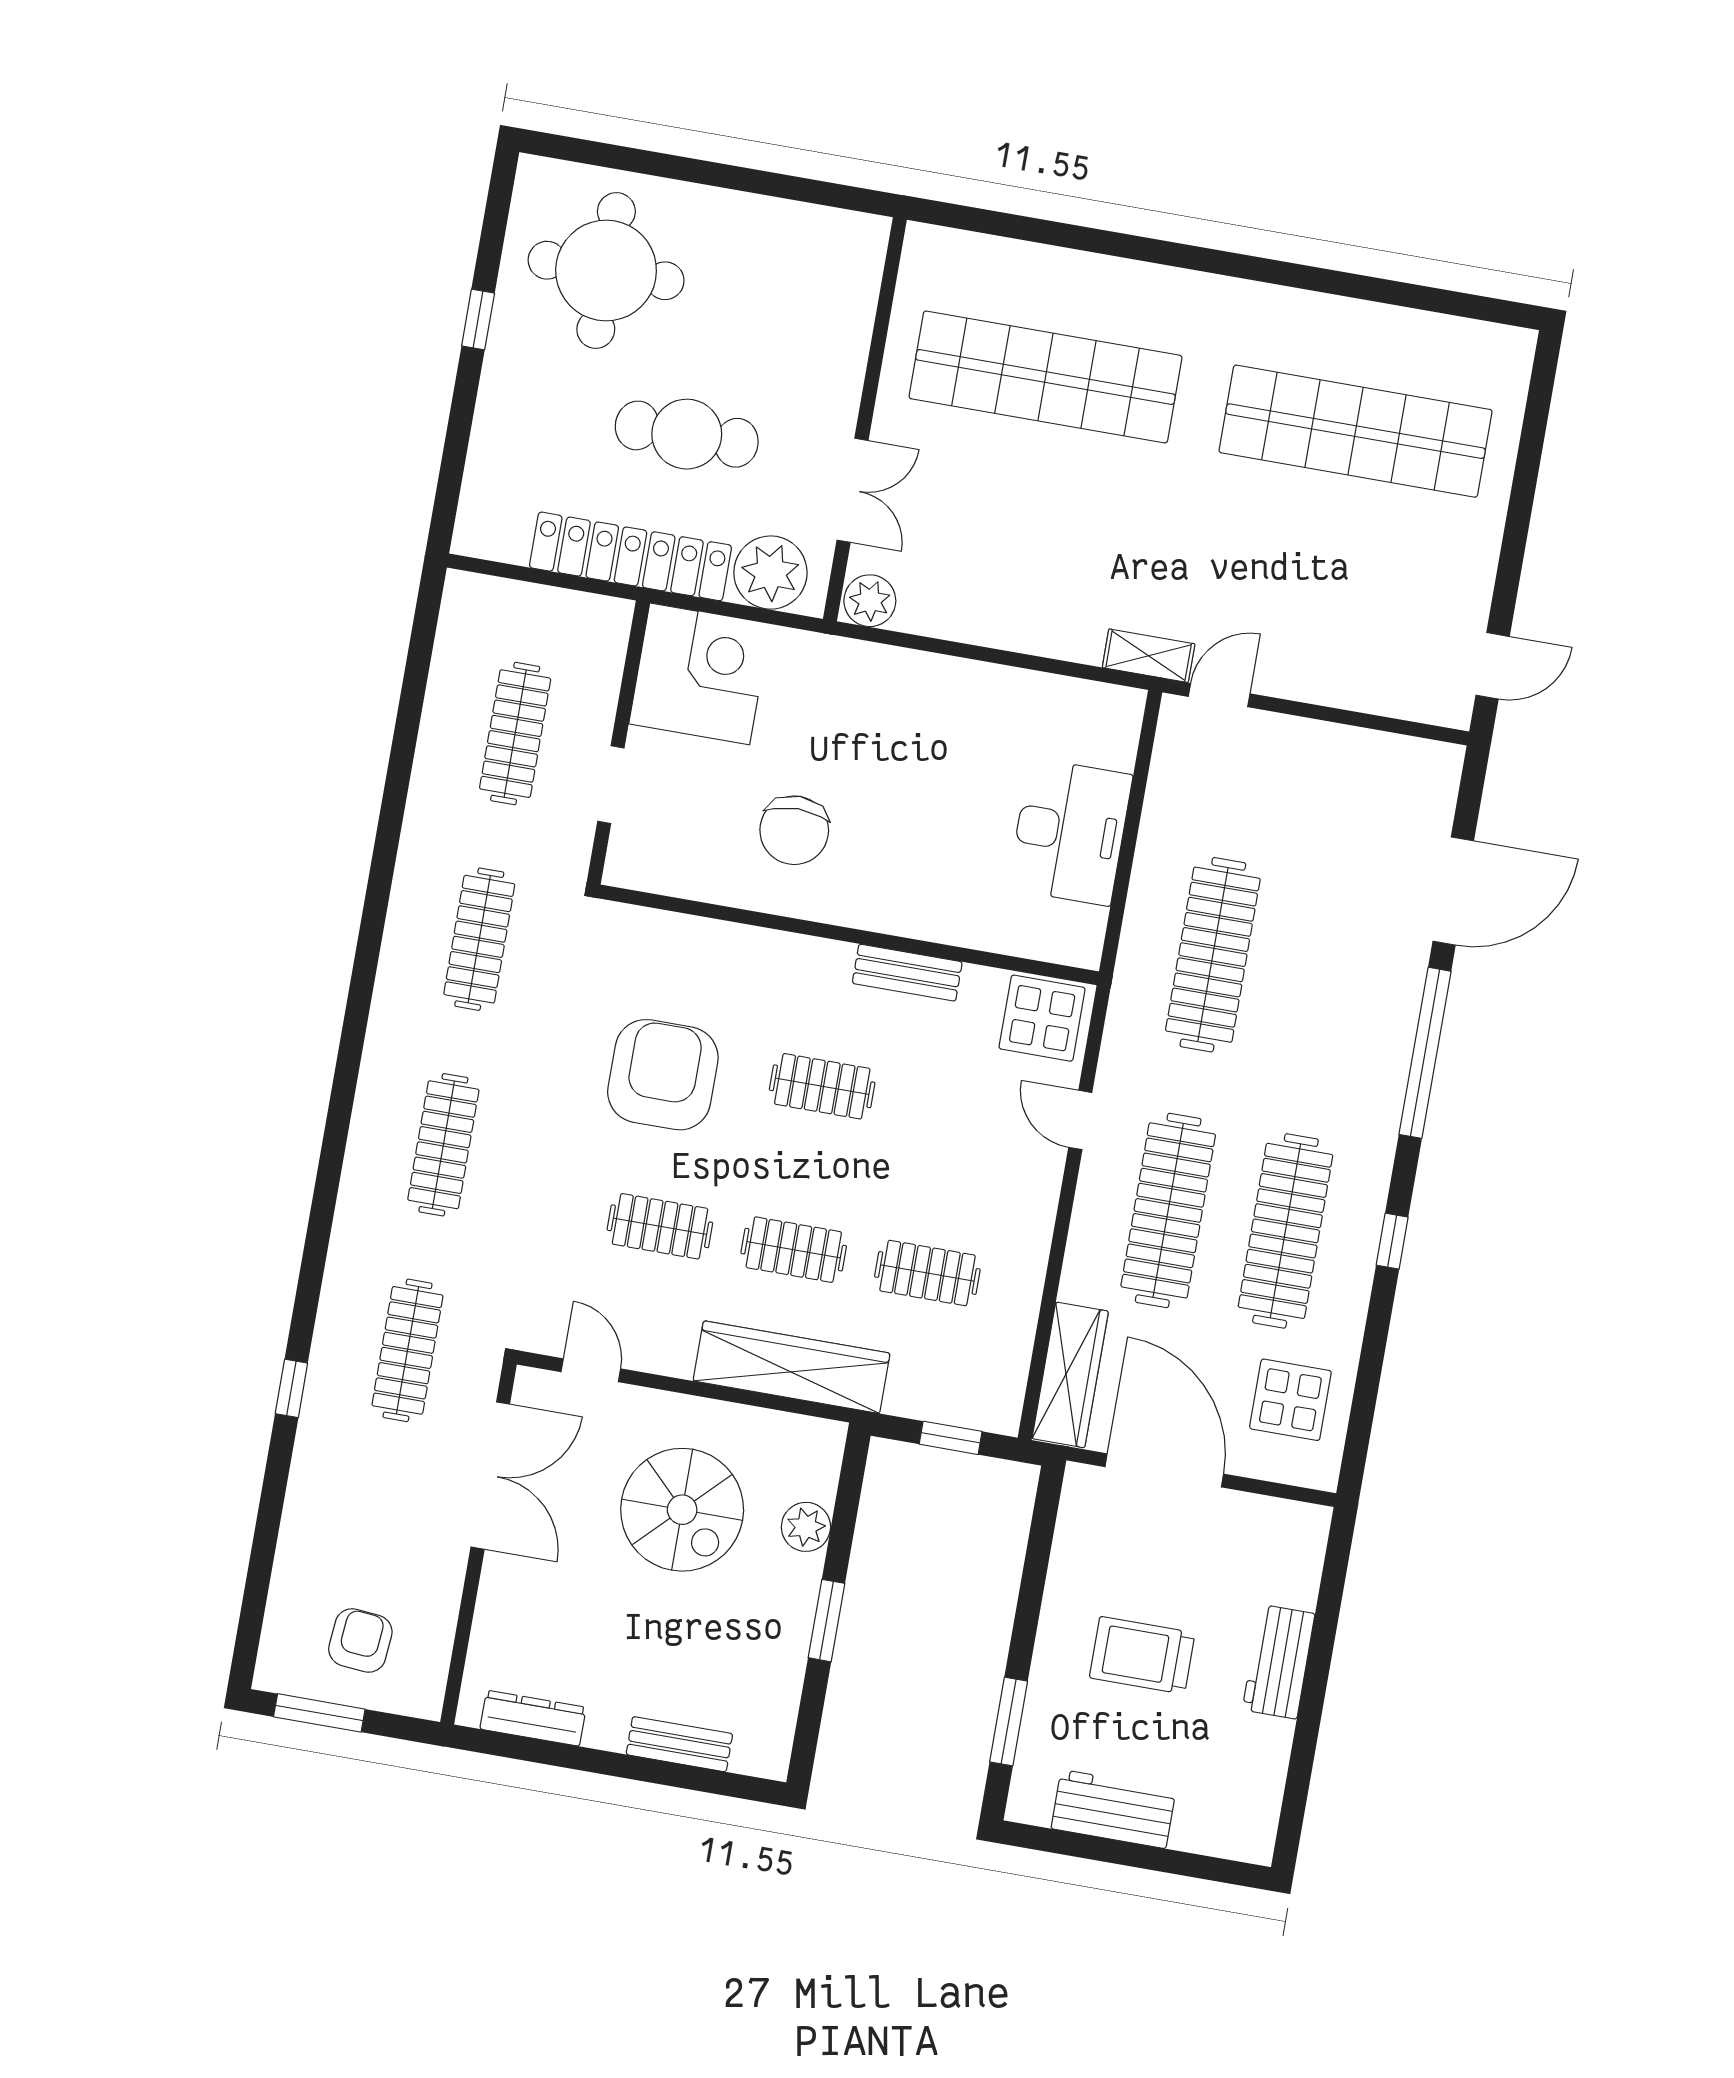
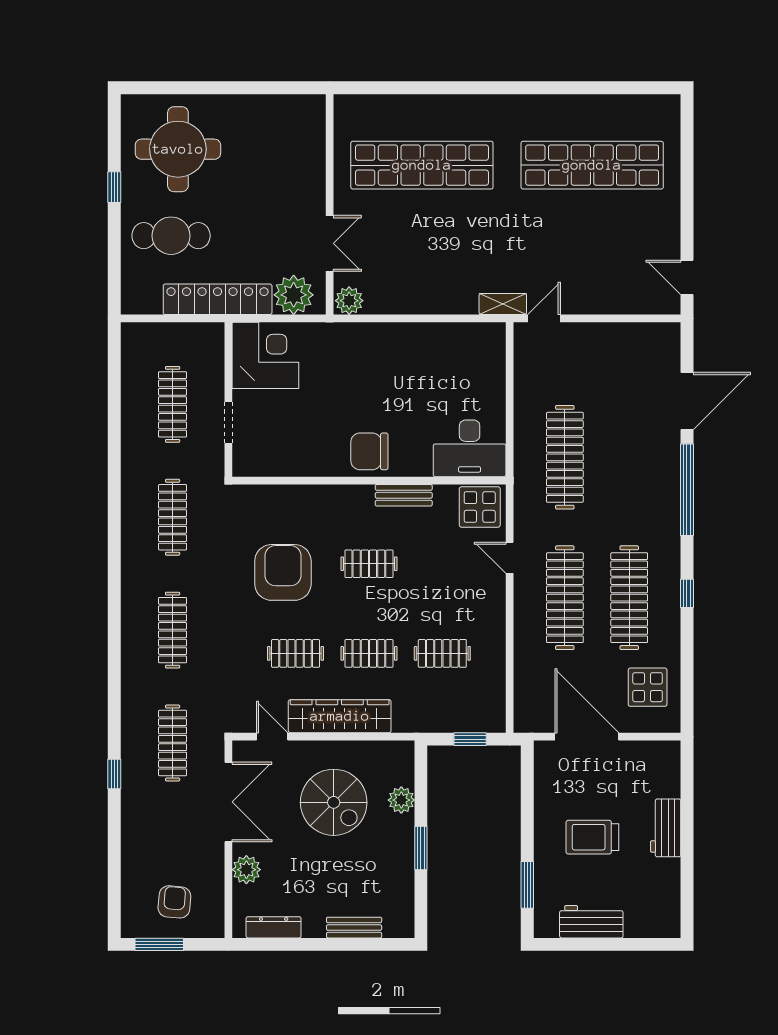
cafe table: (687, 434) -> (171, 236), moved
door: (1493, 666) -> (687, 277), swing flipped
chair: (794, 830) -> (369, 451), moved, turned 90
desk: (1070, 832) -> (470, 448), moved, turned 90
wardrobe: (792, 1367) -> (340, 716), moved
wardrobe: (1070, 1375) -> (528, 694), removed
plant: (502, 1604) -> (246, 870), added

